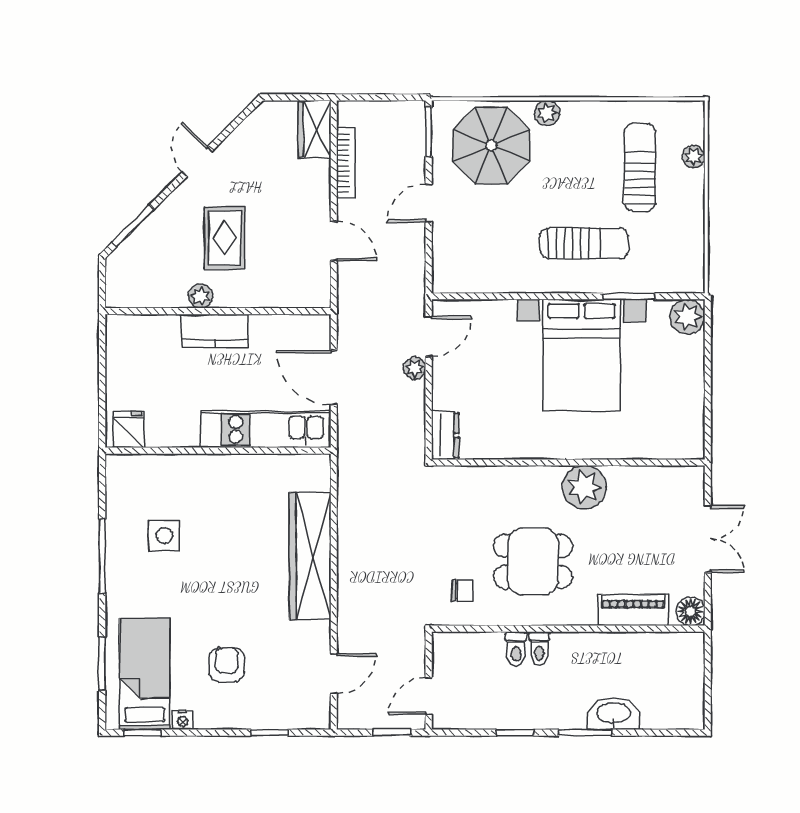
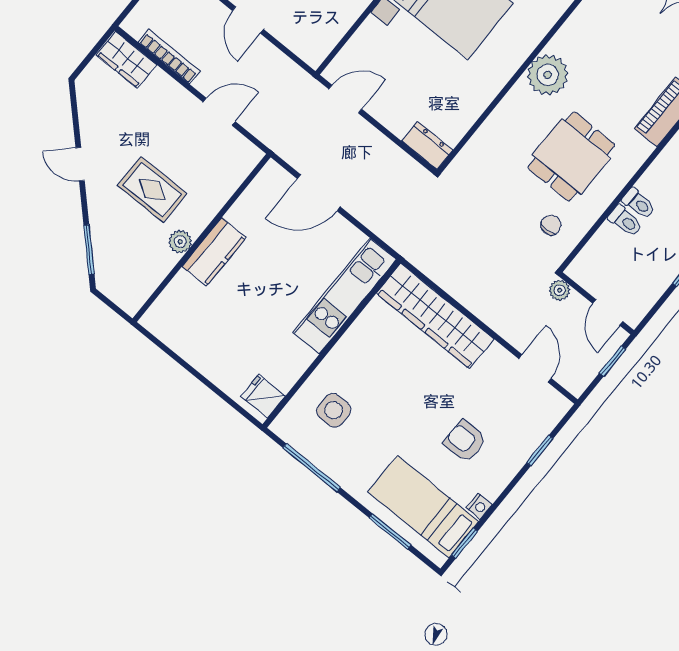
door: (429, 337) -> (345, 99), hinge flipped
plant: (415, 368) -> (560, 290), moved
fridge: (129, 429) -> (263, 396), moved
kitchen unit: (266, 429) -> (344, 296), moved
wall: (218, 451) -> (332, 344), moved

